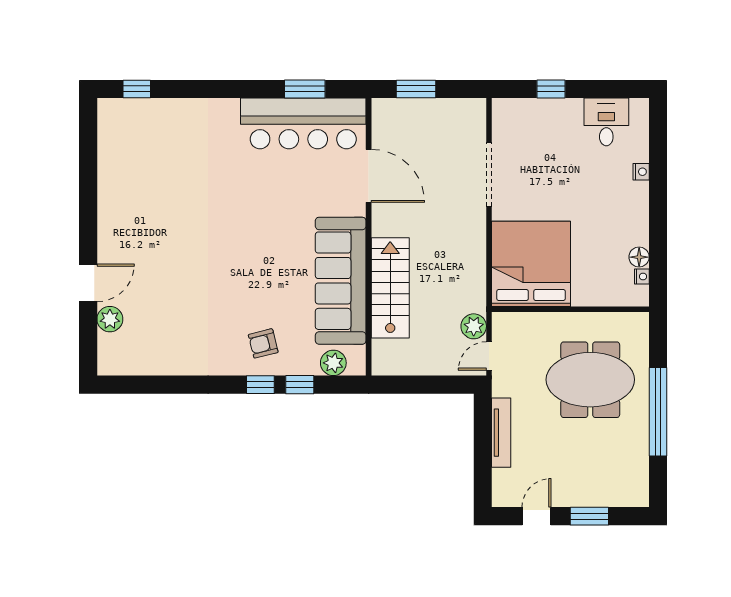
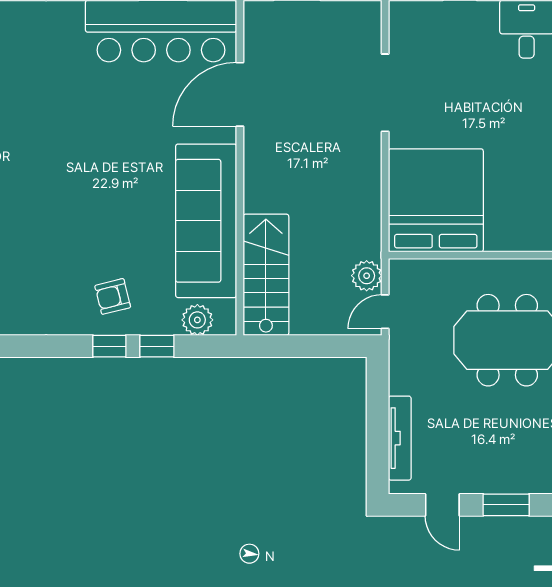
door: (369, 176) -> (240, 94), swing flipped
stairs: (390, 288) -> (266, 275), moved
tv unit: (501, 433) -> (400, 438), moved
door: (537, 516) -> (442, 505), swing flipped

